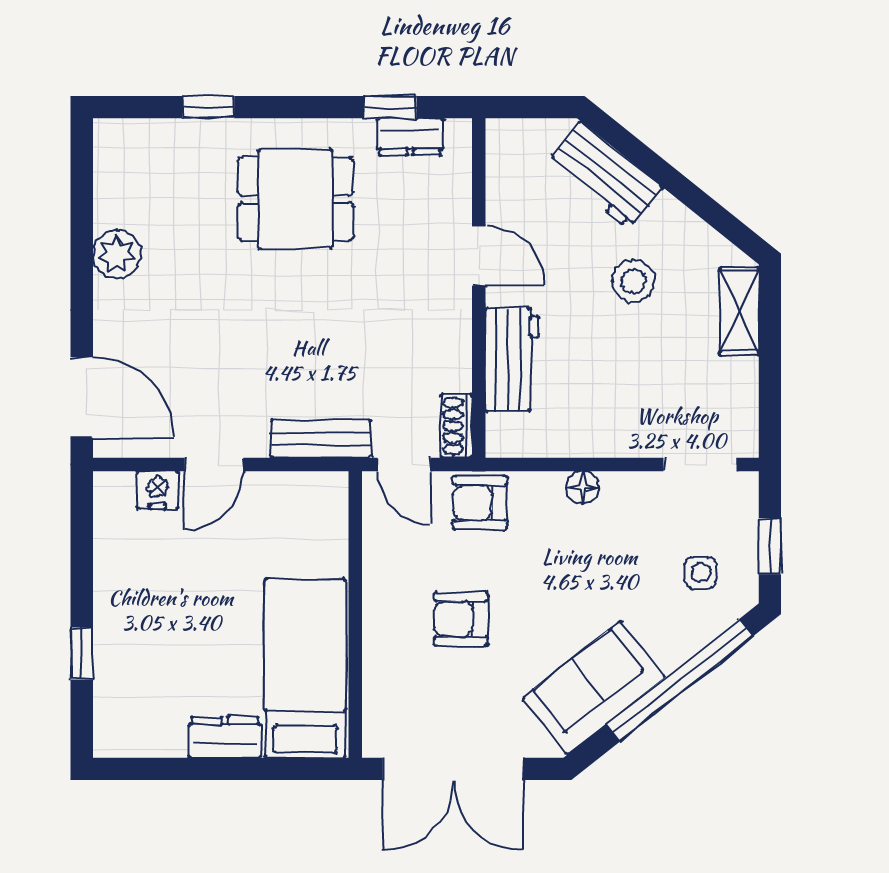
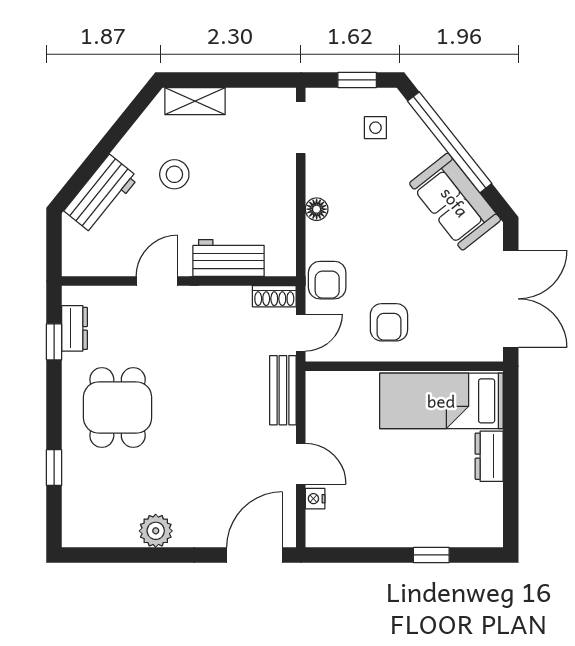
nightstand: (158, 490) -> (315, 499), width x0.72, depth x0.74
armchair: (461, 619) -> (389, 322), moved

